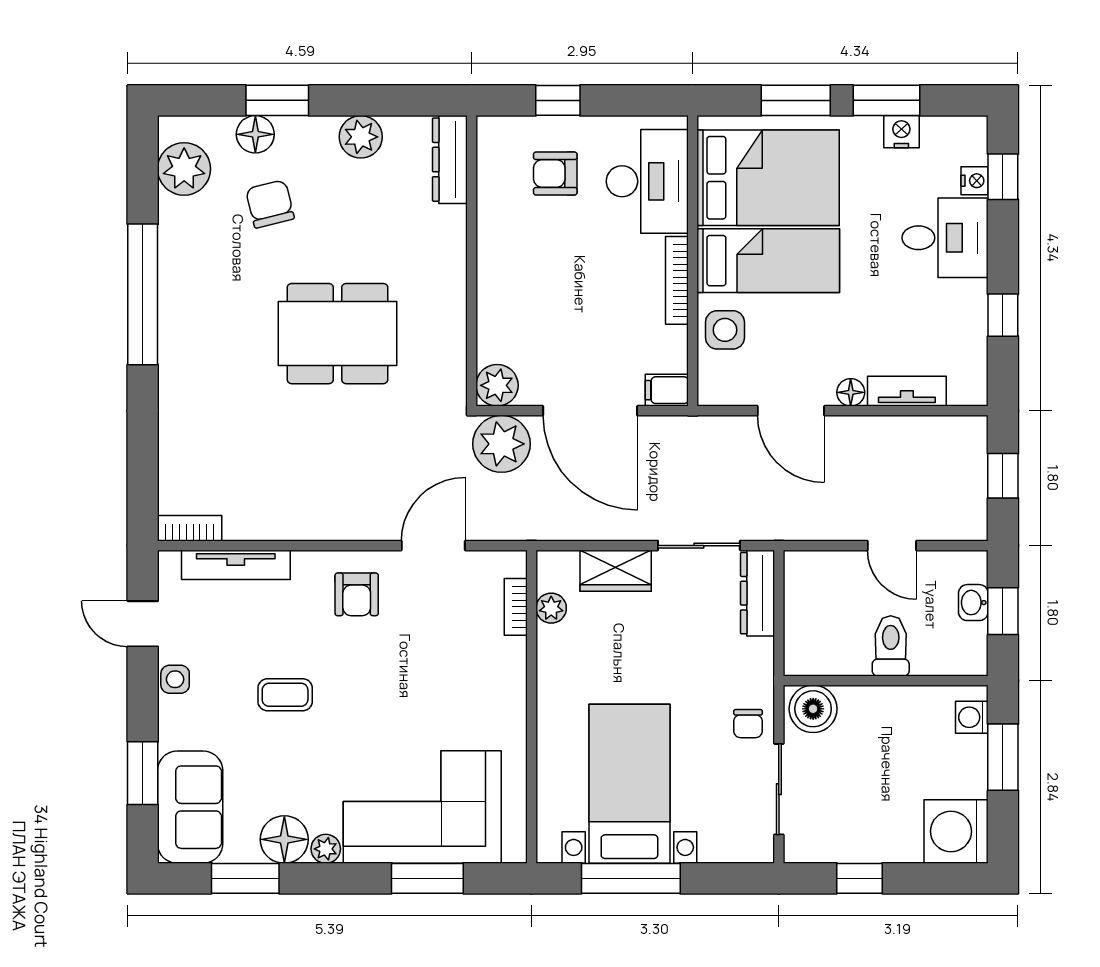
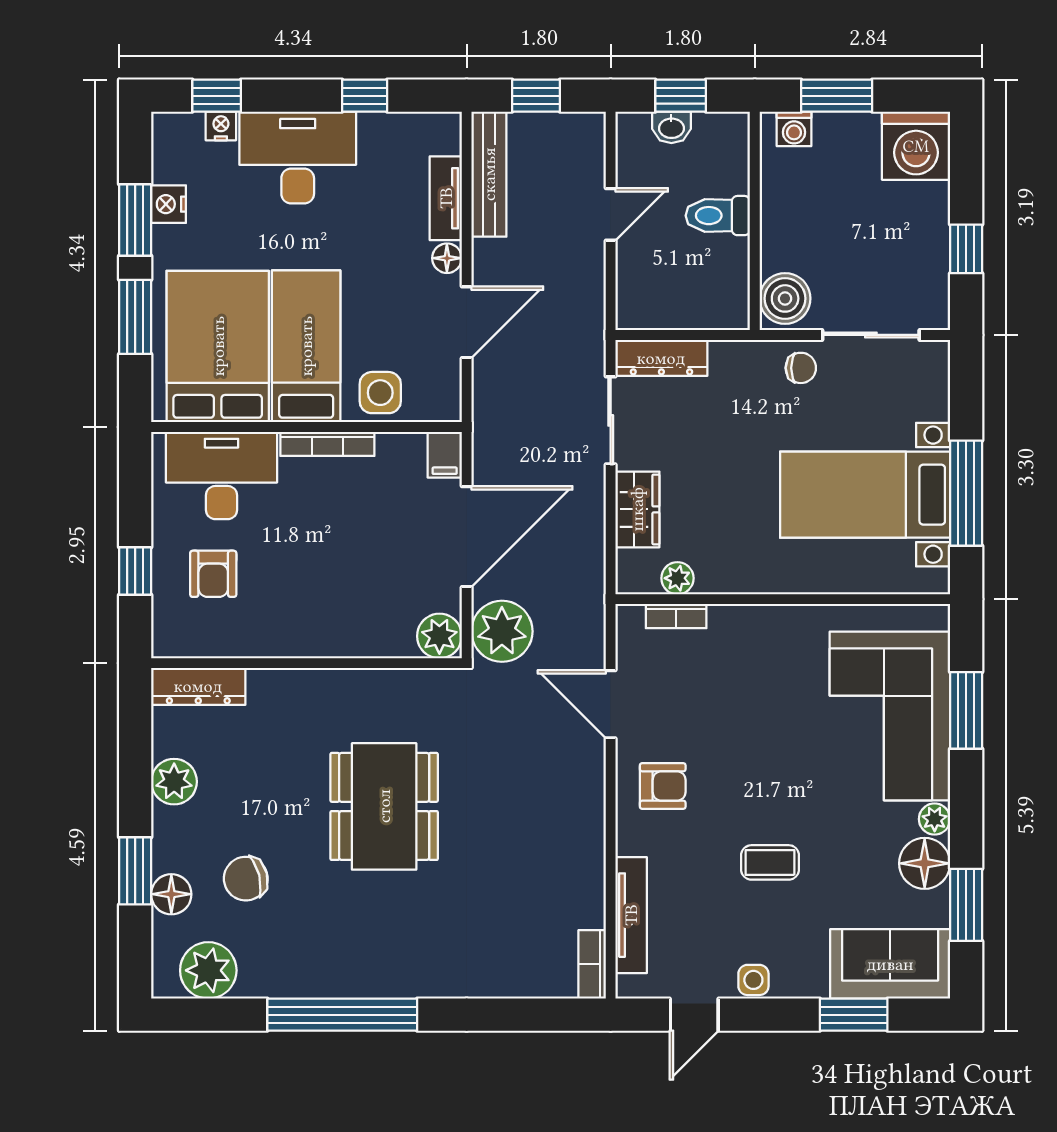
desk: (945, 238) -> (298, 158), width x1.37
bench: (929, 432) -> (489, 174), added
coffee table: (285, 695) -> (770, 862), turned 90

